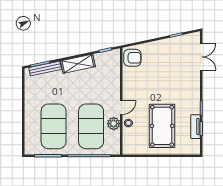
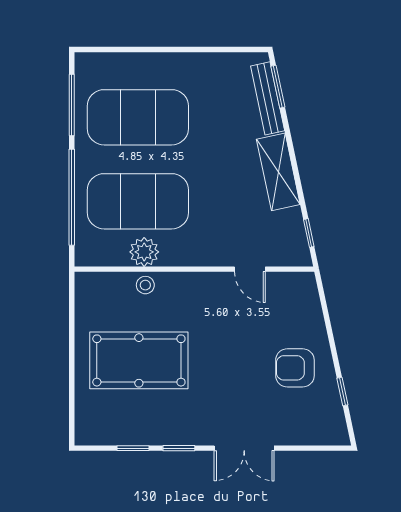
double door: (201, 57) -> (244, 448), moved
armchair: (132, 58) -> (295, 368), moved, turned 90
door: (121, 107) -> (250, 269), moved
tv unit: (195, 127) -> (138, 435), removed

